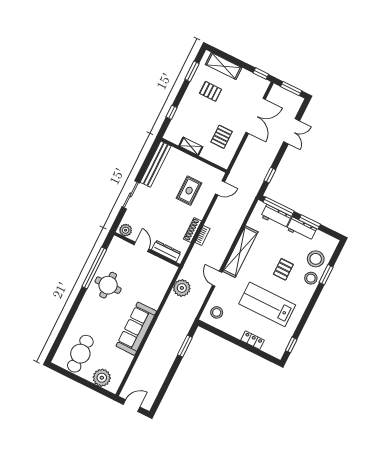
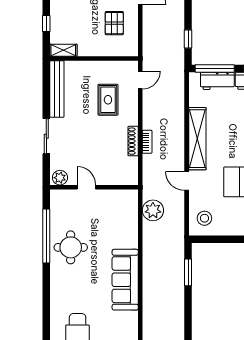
shelving: (191, 146) -> (63, 50), moved
dresser: (166, 251) -> (116, 178), removed

